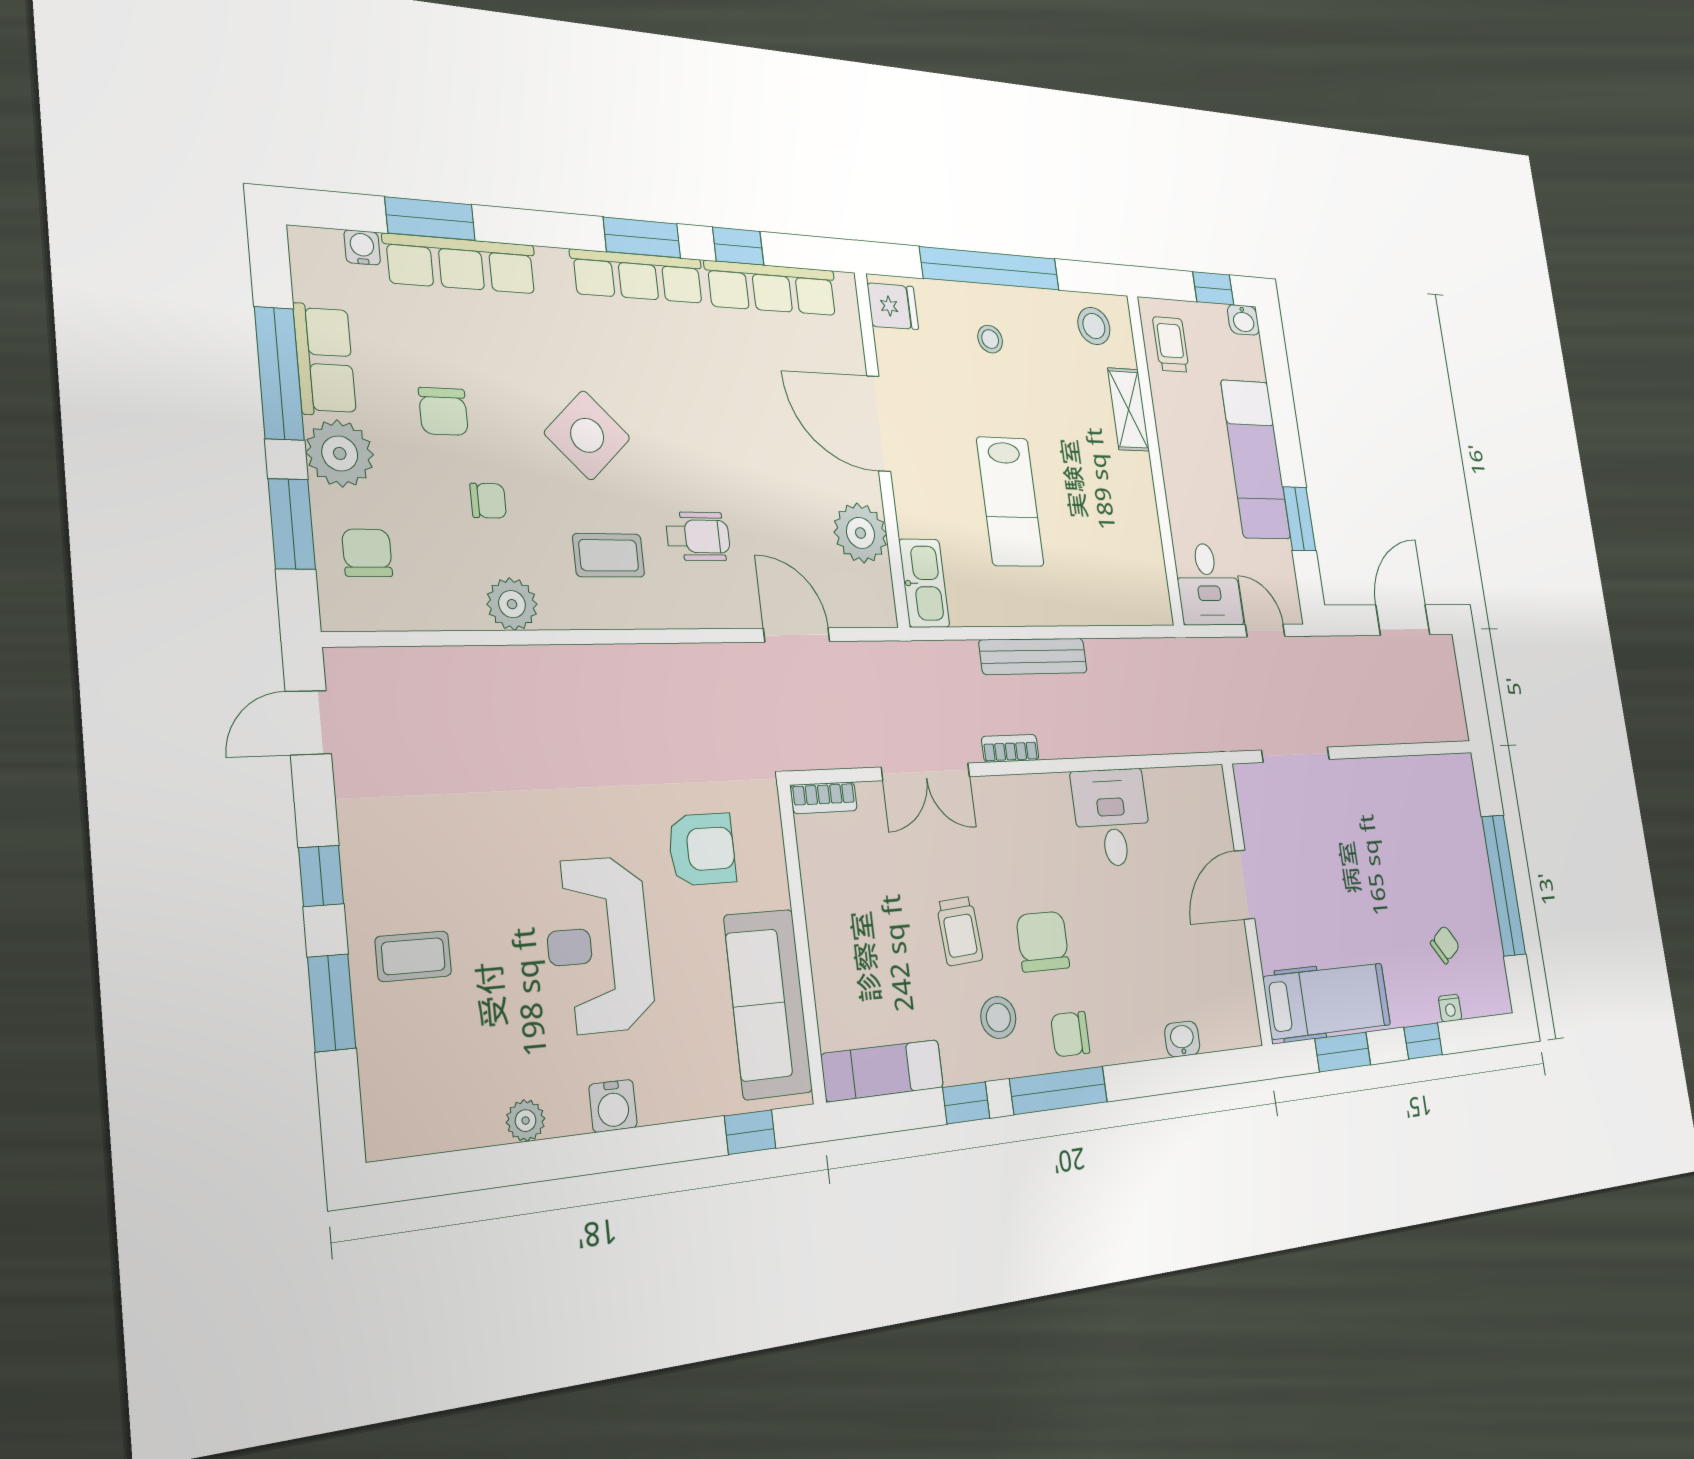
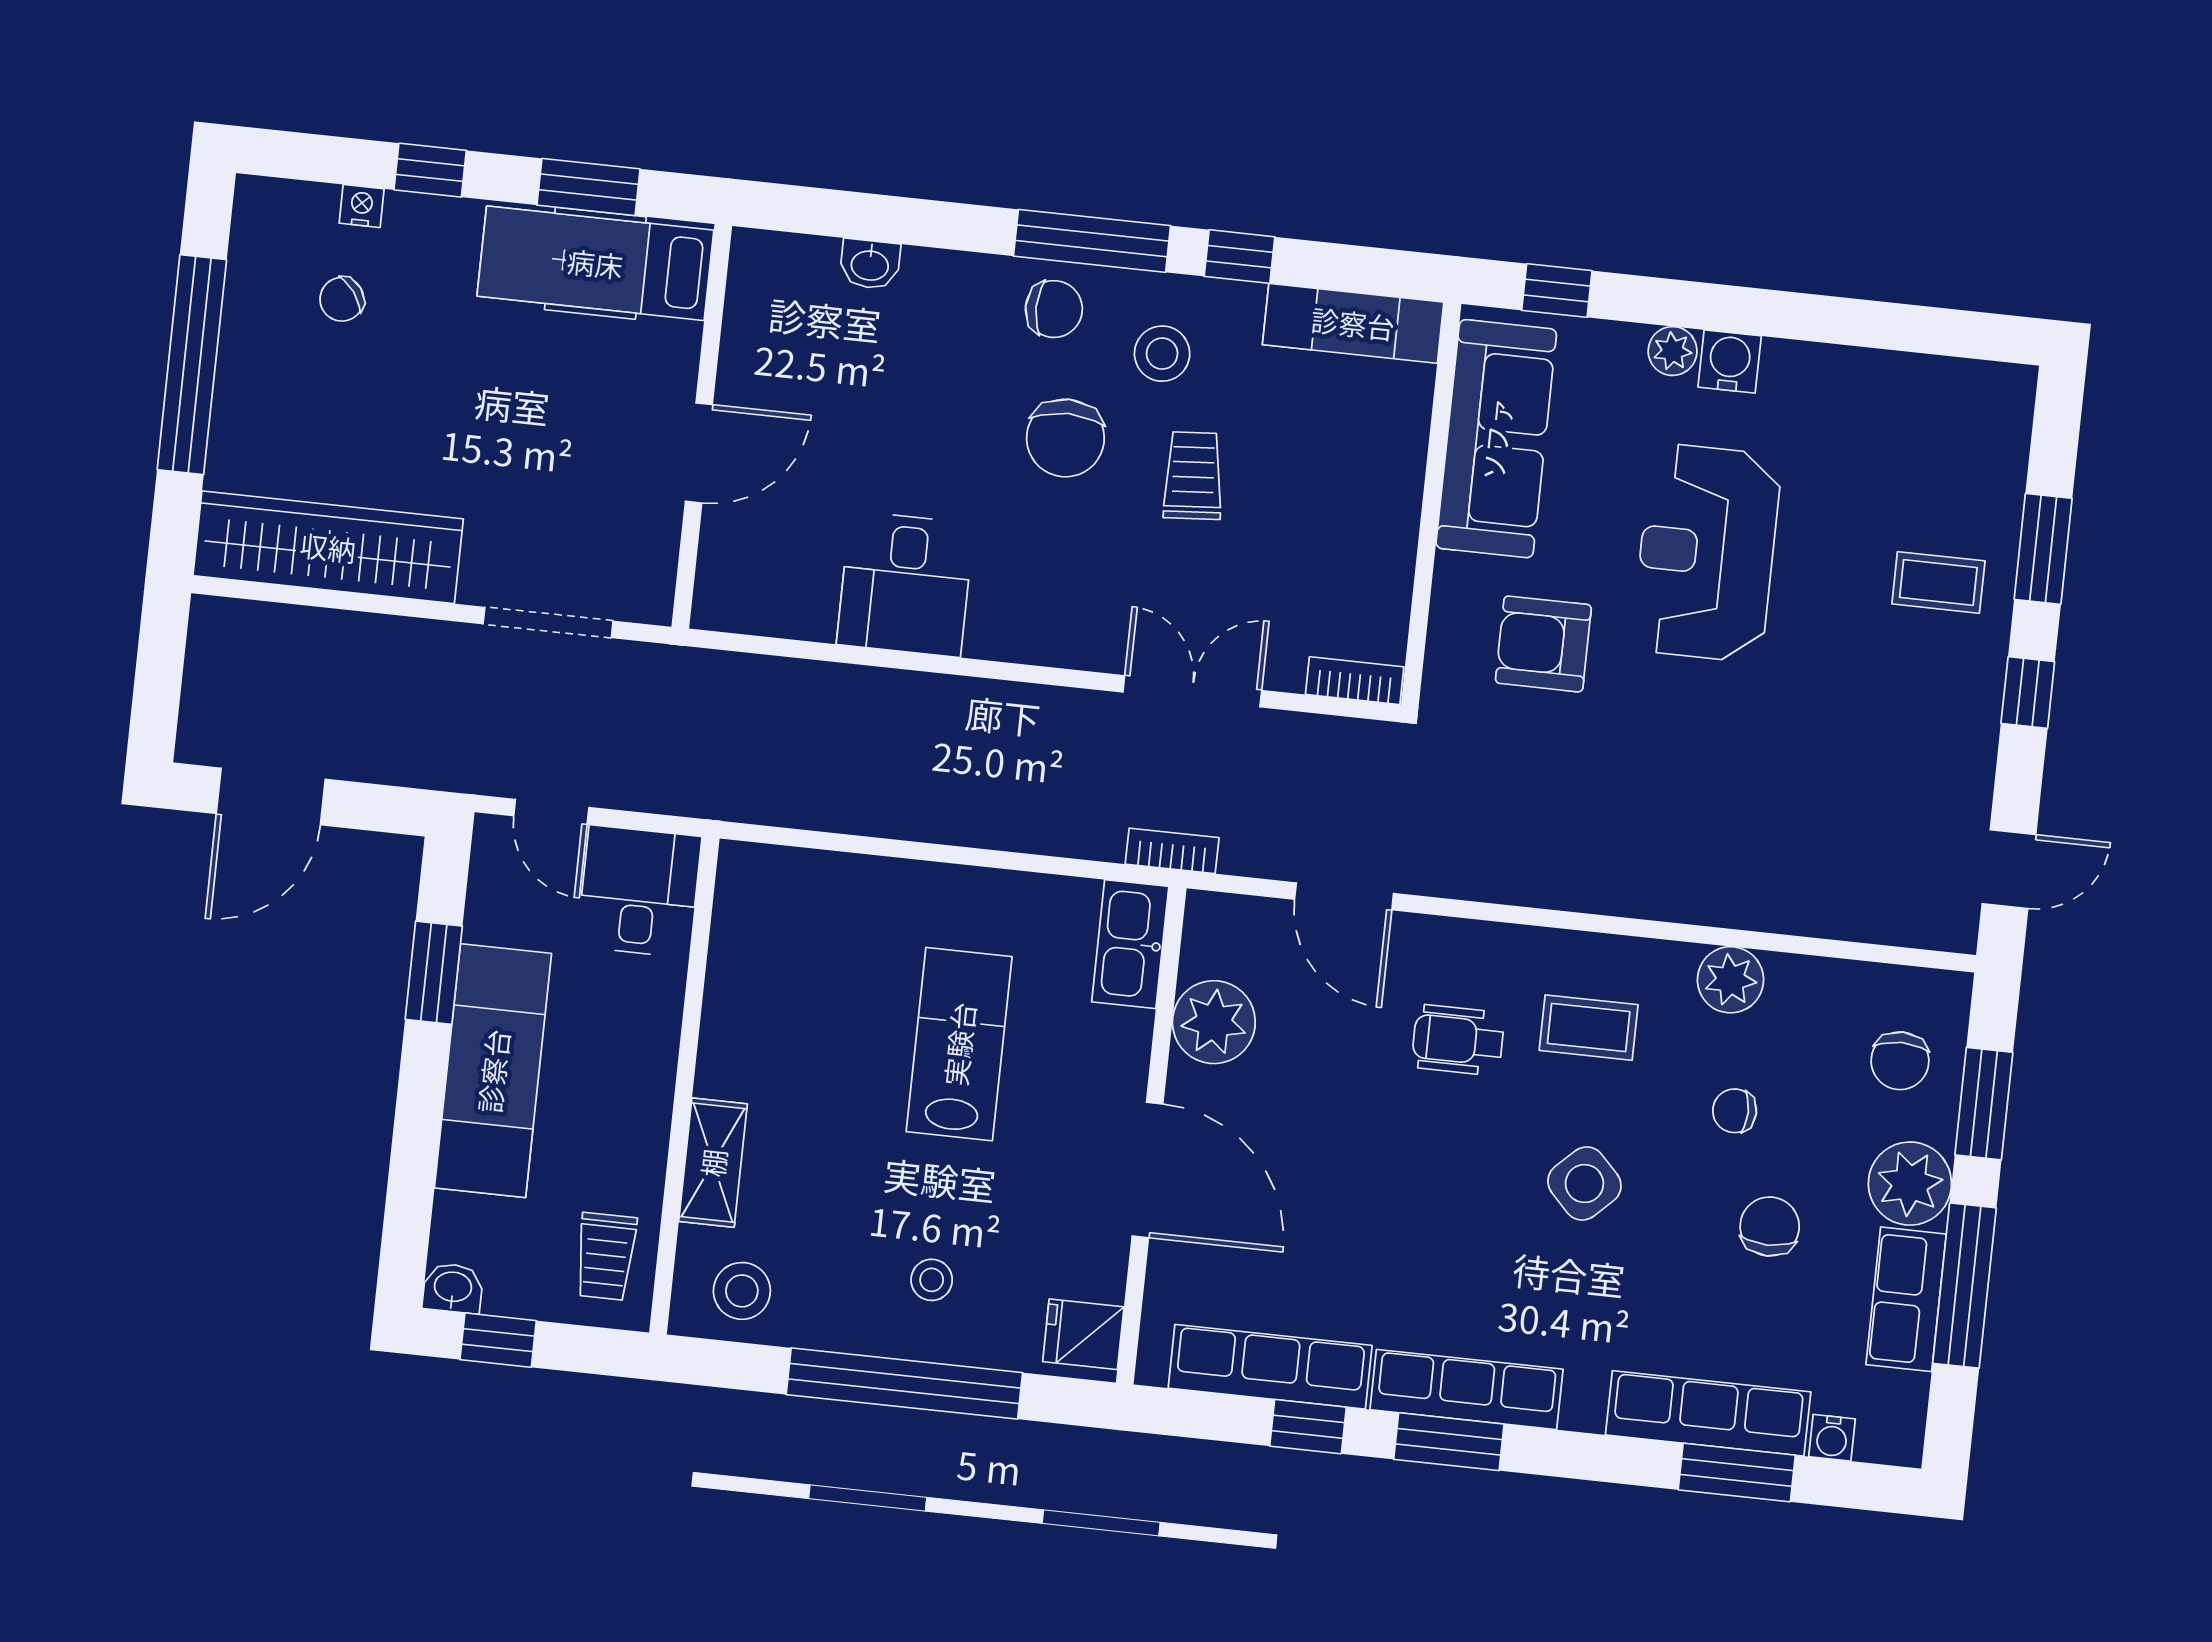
side table: (587, 435) -> (1584, 1184), width x0.73, depth x0.73
bench: (1033, 656) -> (978, 824), removed
bookcase: (1010, 748) -> (1172, 851), moved, turned 180
wardrobe: (1414, 783) -> (328, 547), added
reception desk: (599, 945) -> (1707, 553), turned 180
plant: (526, 1121) -> (1673, 351), moved

